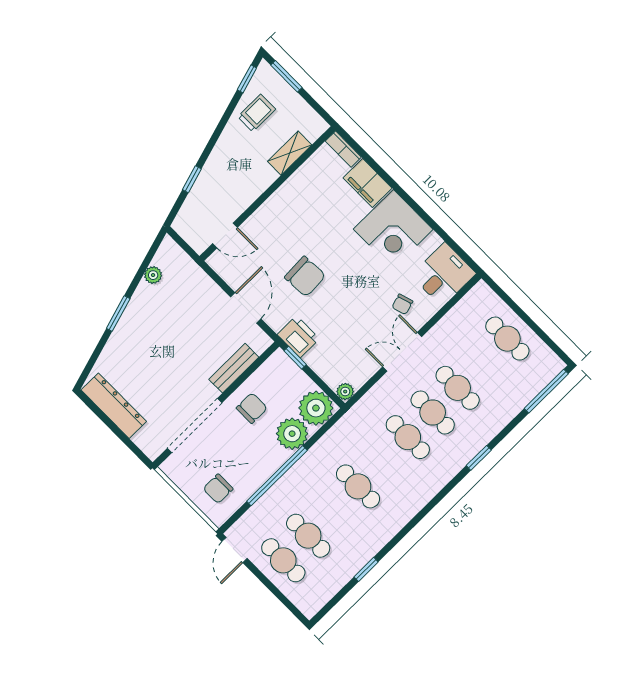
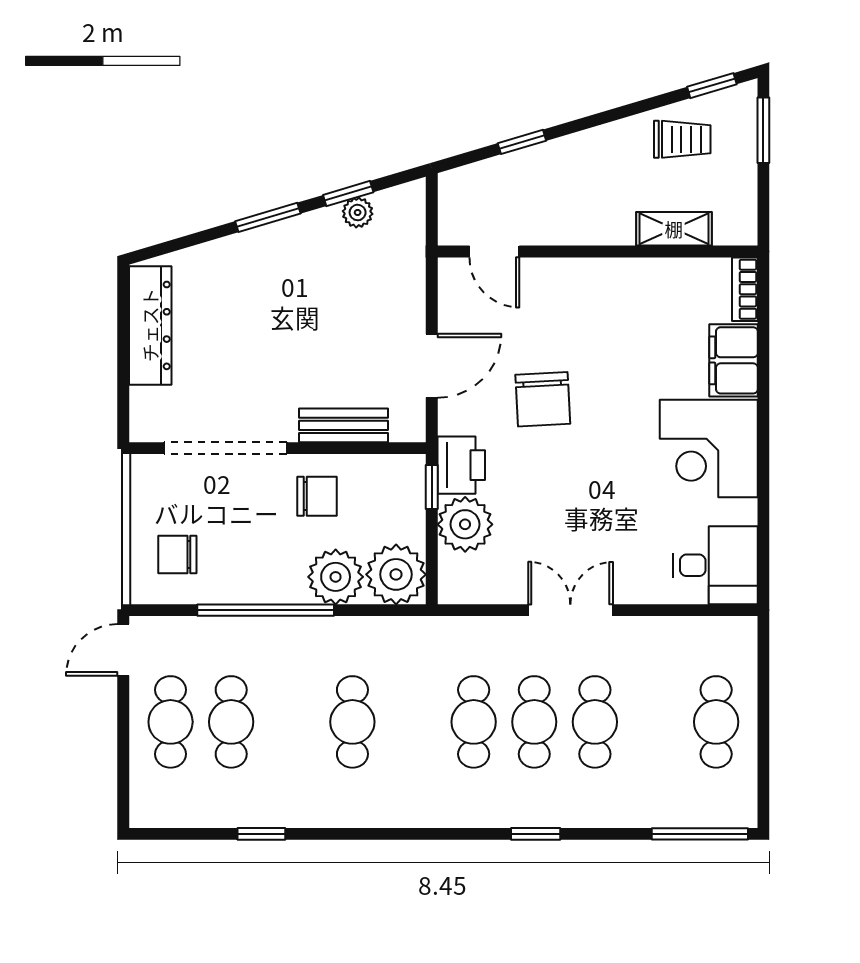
window: (141, 271) -> (348, 194), added
chair: (402, 304) -> (629, 552), removed
plant: (345, 392) -> (465, 524), moved, width x1.88, depth x1.88

